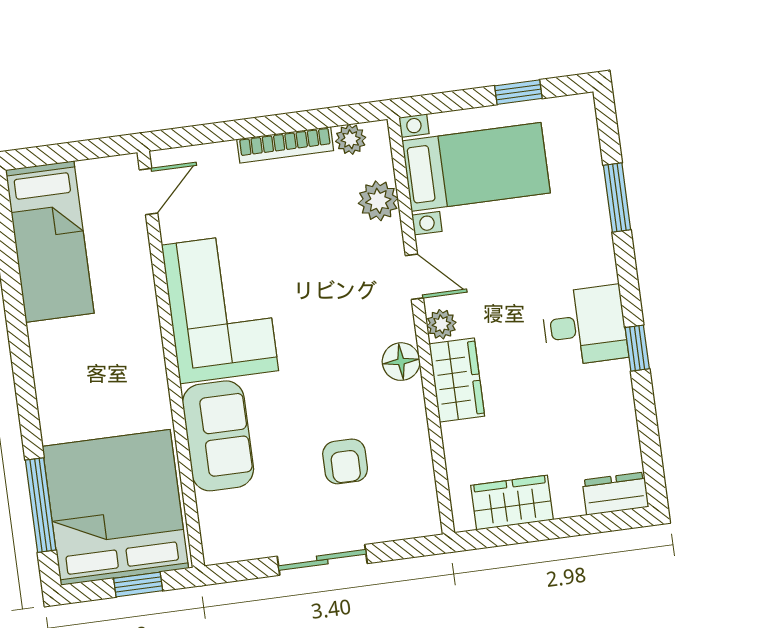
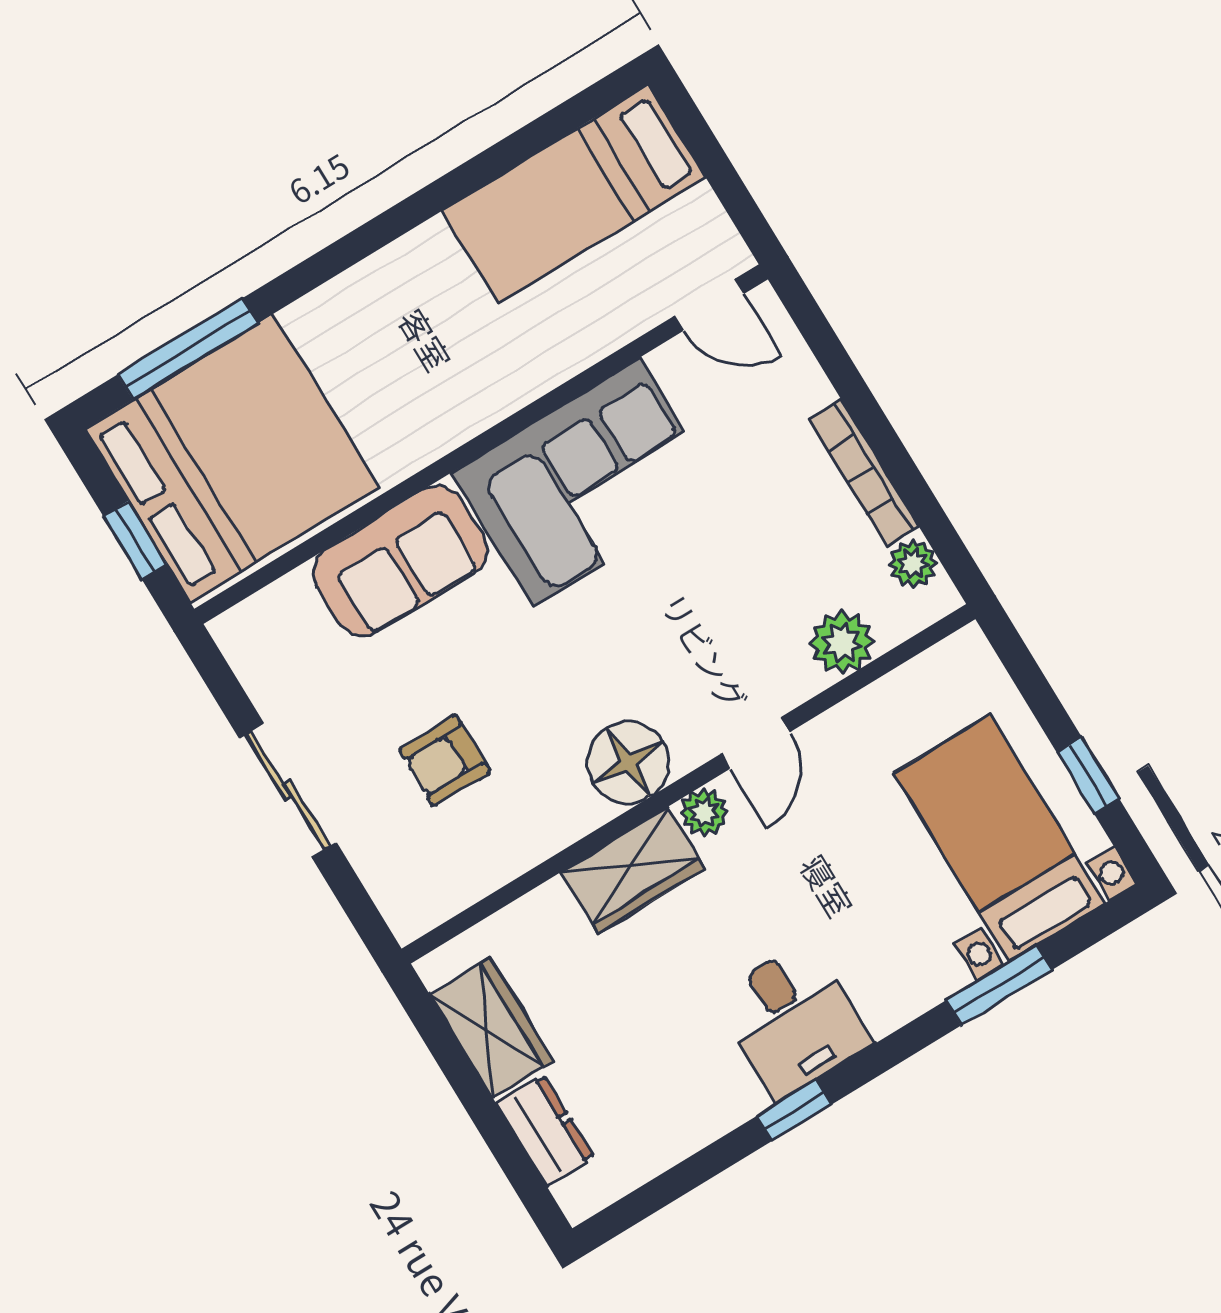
bed with nightstands: (476, 167) -> (999, 838), moved, turned 180
floor lamp: (401, 362) -> (628, 763), width x1.38, depth x1.38
dresser: (615, 494) -> (545, 1130), moved

